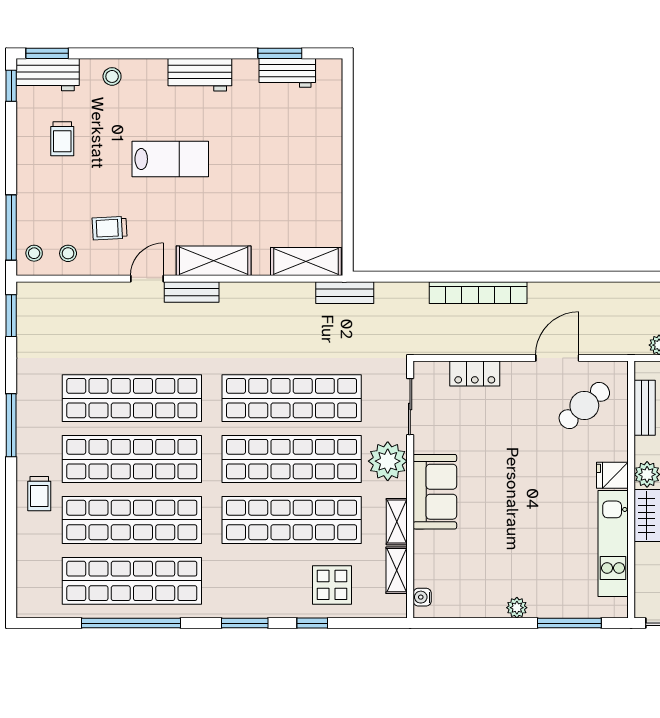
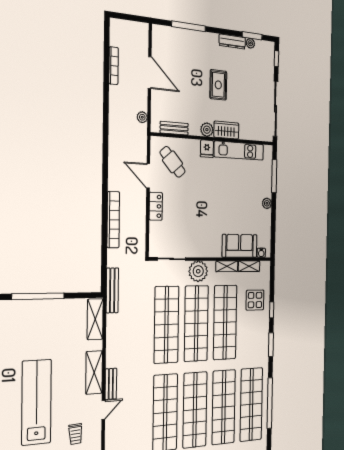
lab bench: (170, 159) -> (37, 402), width x1.86, depth x1.39
window: (348, 160) -> (38, 296), added
door: (147, 279) -> (103, 410), swing flipped
bench: (345, 293) -> (112, 290), width x1.36
locker: (475, 374) -> (156, 206), moved
sofa: (435, 492) -> (240, 246), moved

